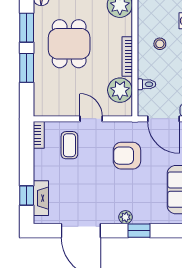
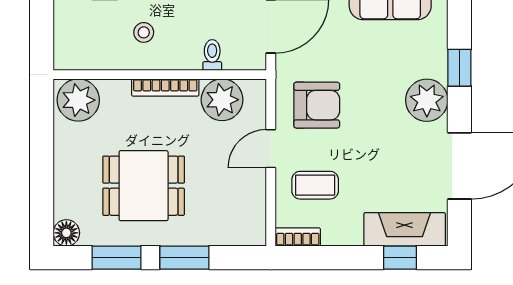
armchair: (127, 156) -> (317, 105), moved, turned -90
fireplace: (41, 198) -> (405, 229), width x1.37, depth x1.32
plant: (126, 217) -> (427, 100), width x1.88, depth x1.88

